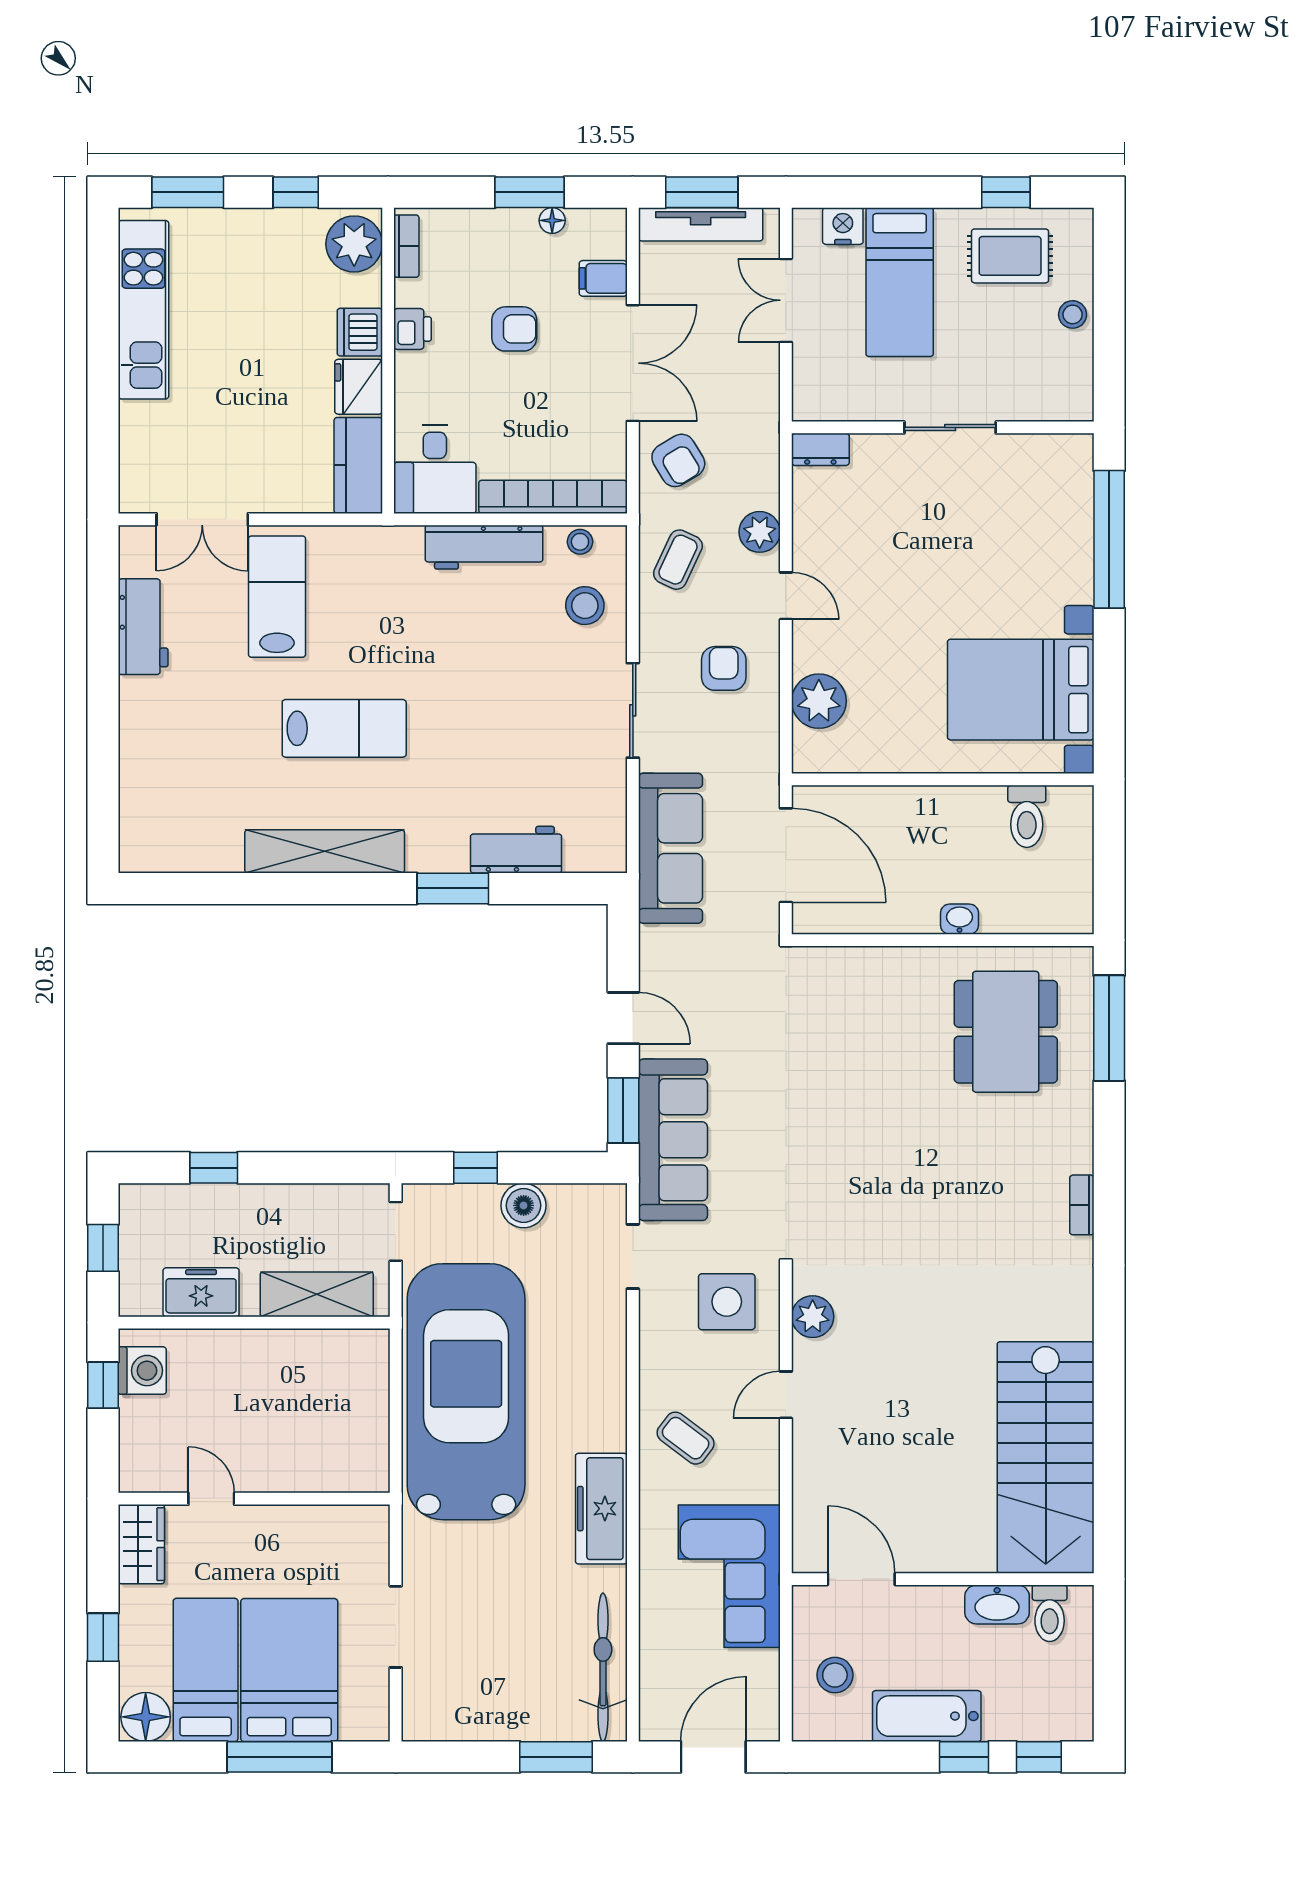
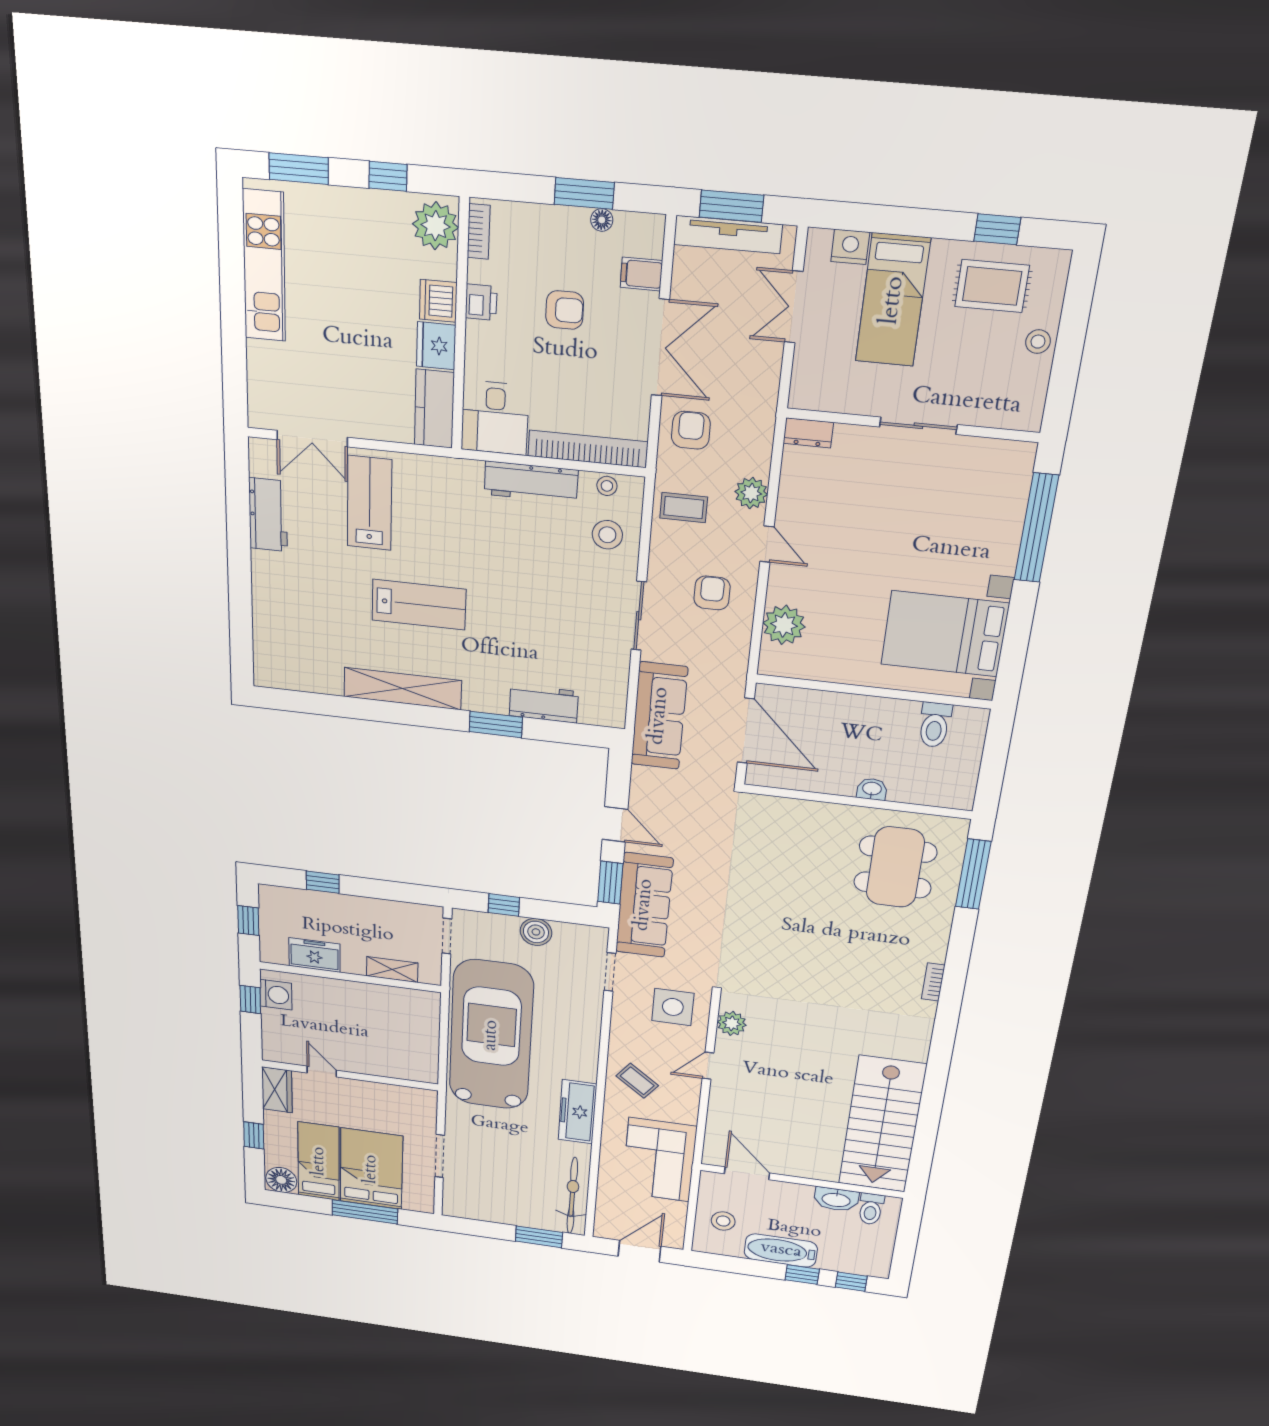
armchair: (678, 460) -> (691, 430), turned -149
coffee table: (678, 560) -> (684, 508), turned 65
shelving: (317, 1294) -> (392, 970), width x0.67, depth x0.75

